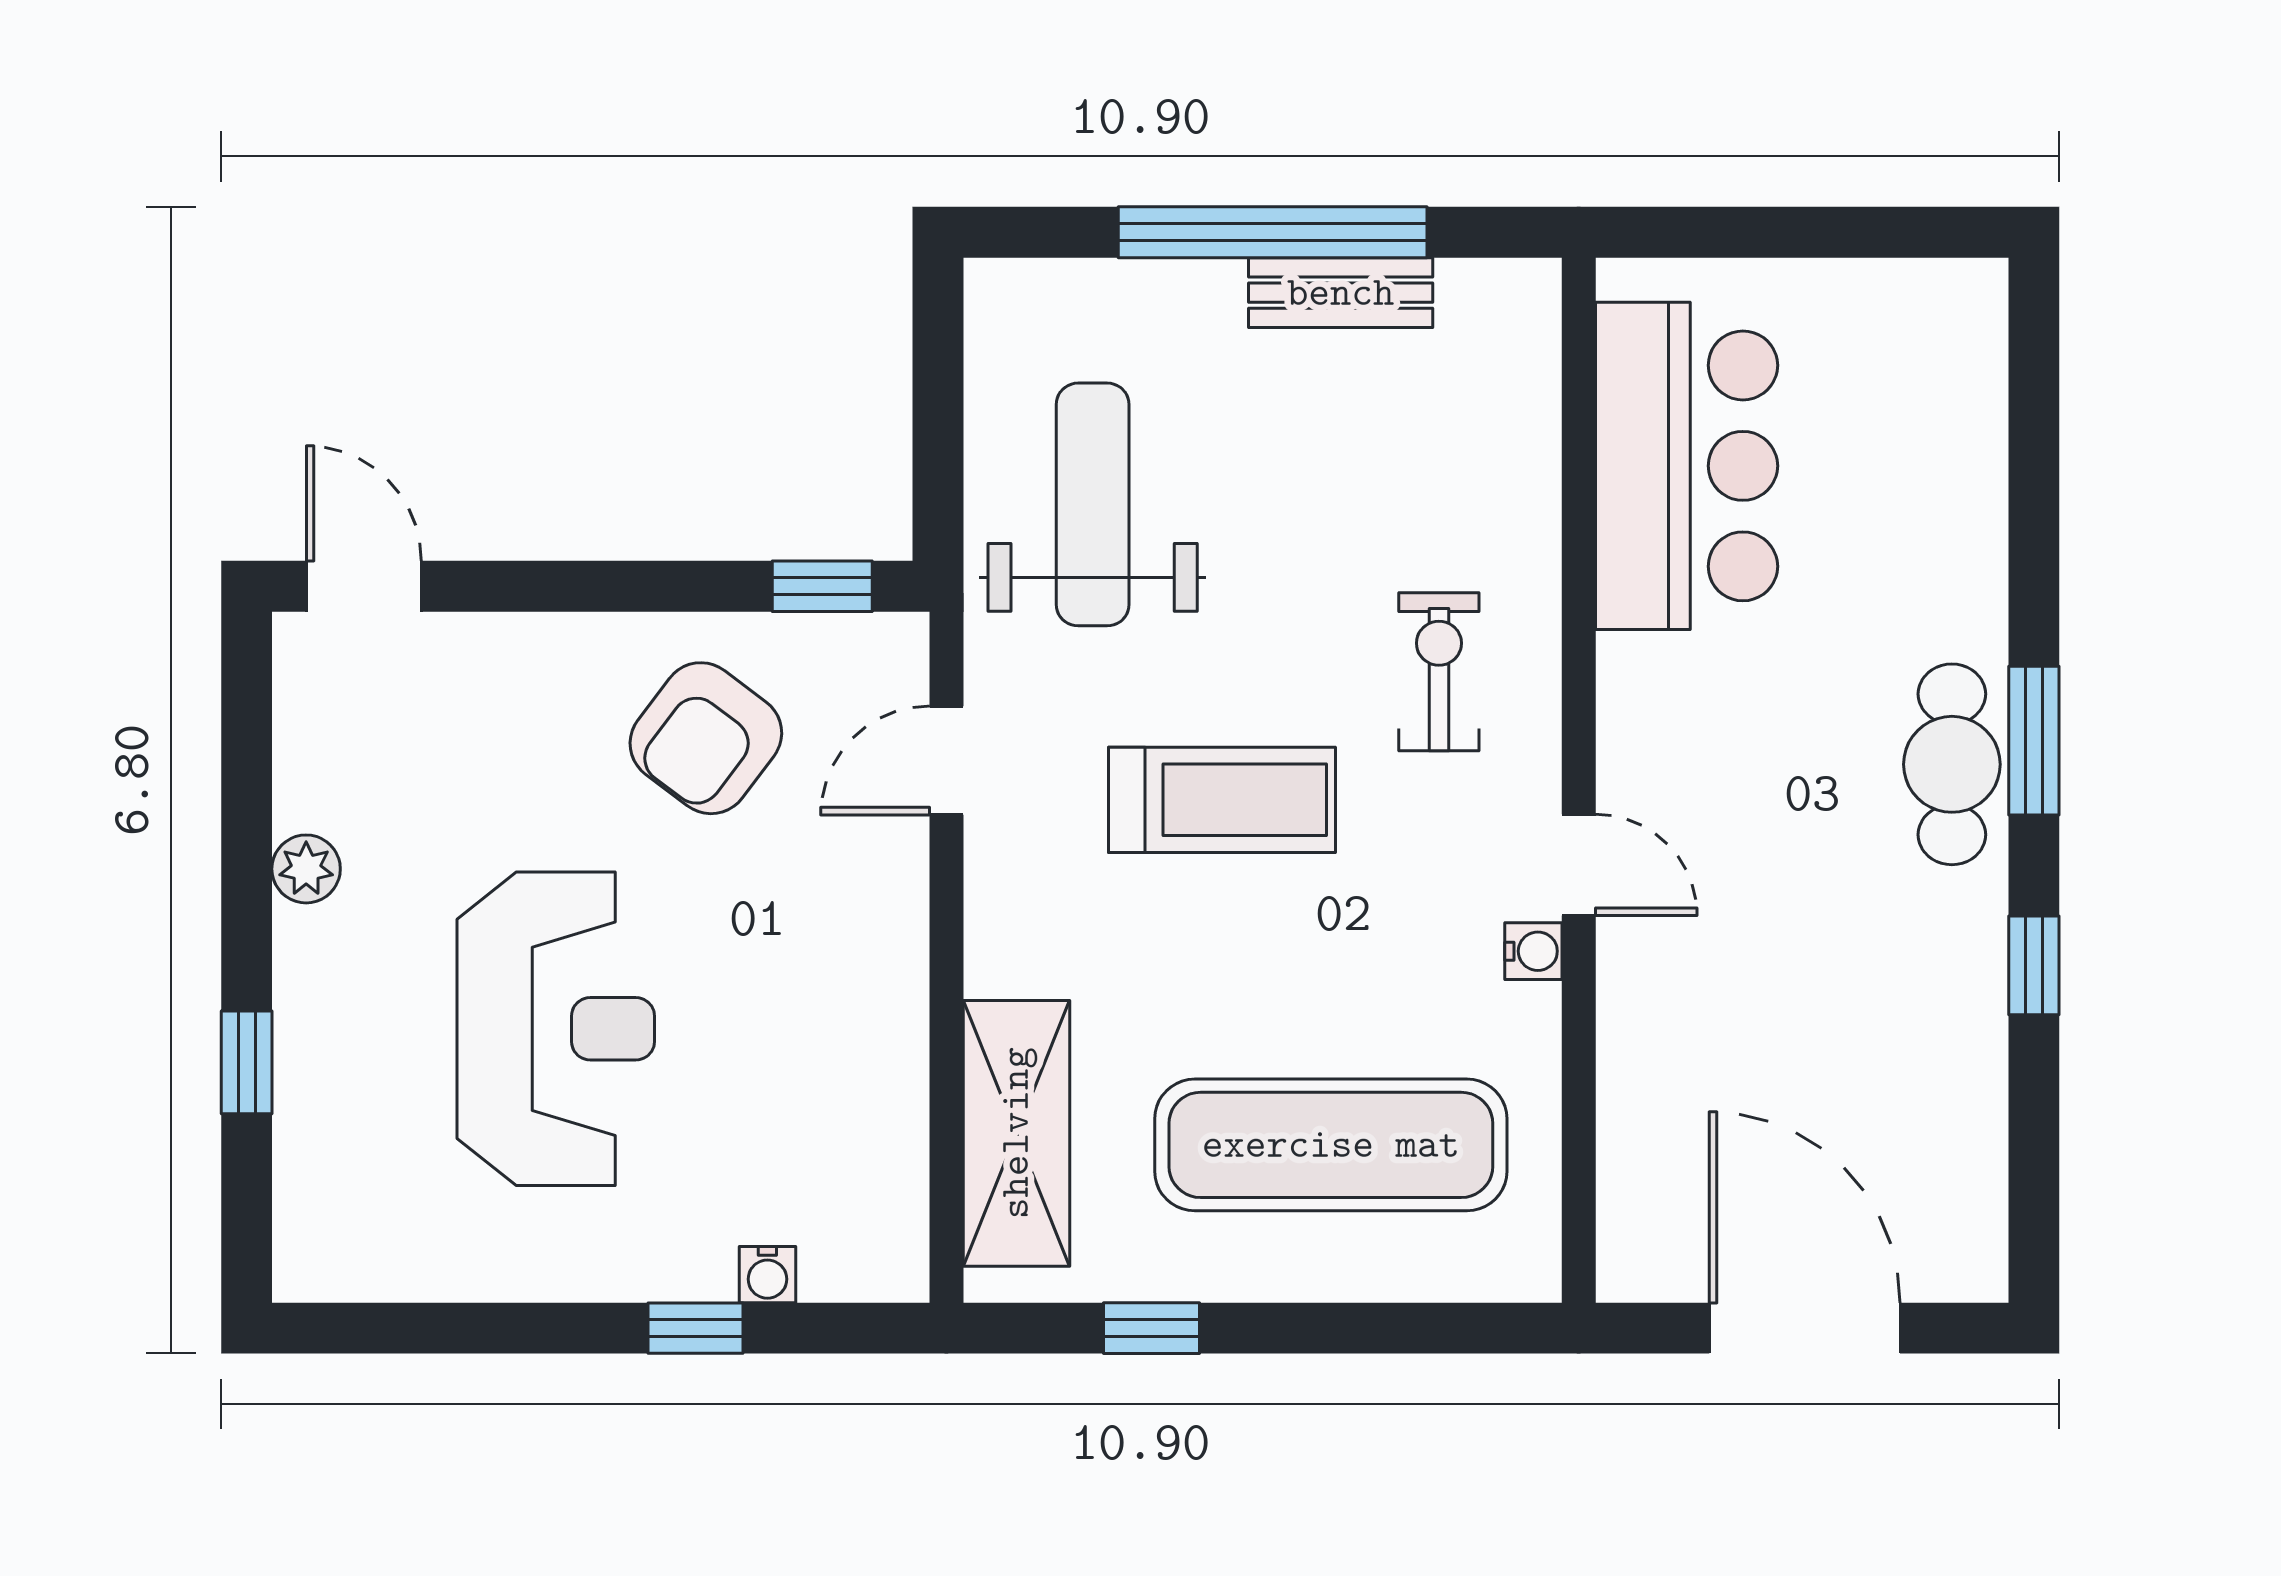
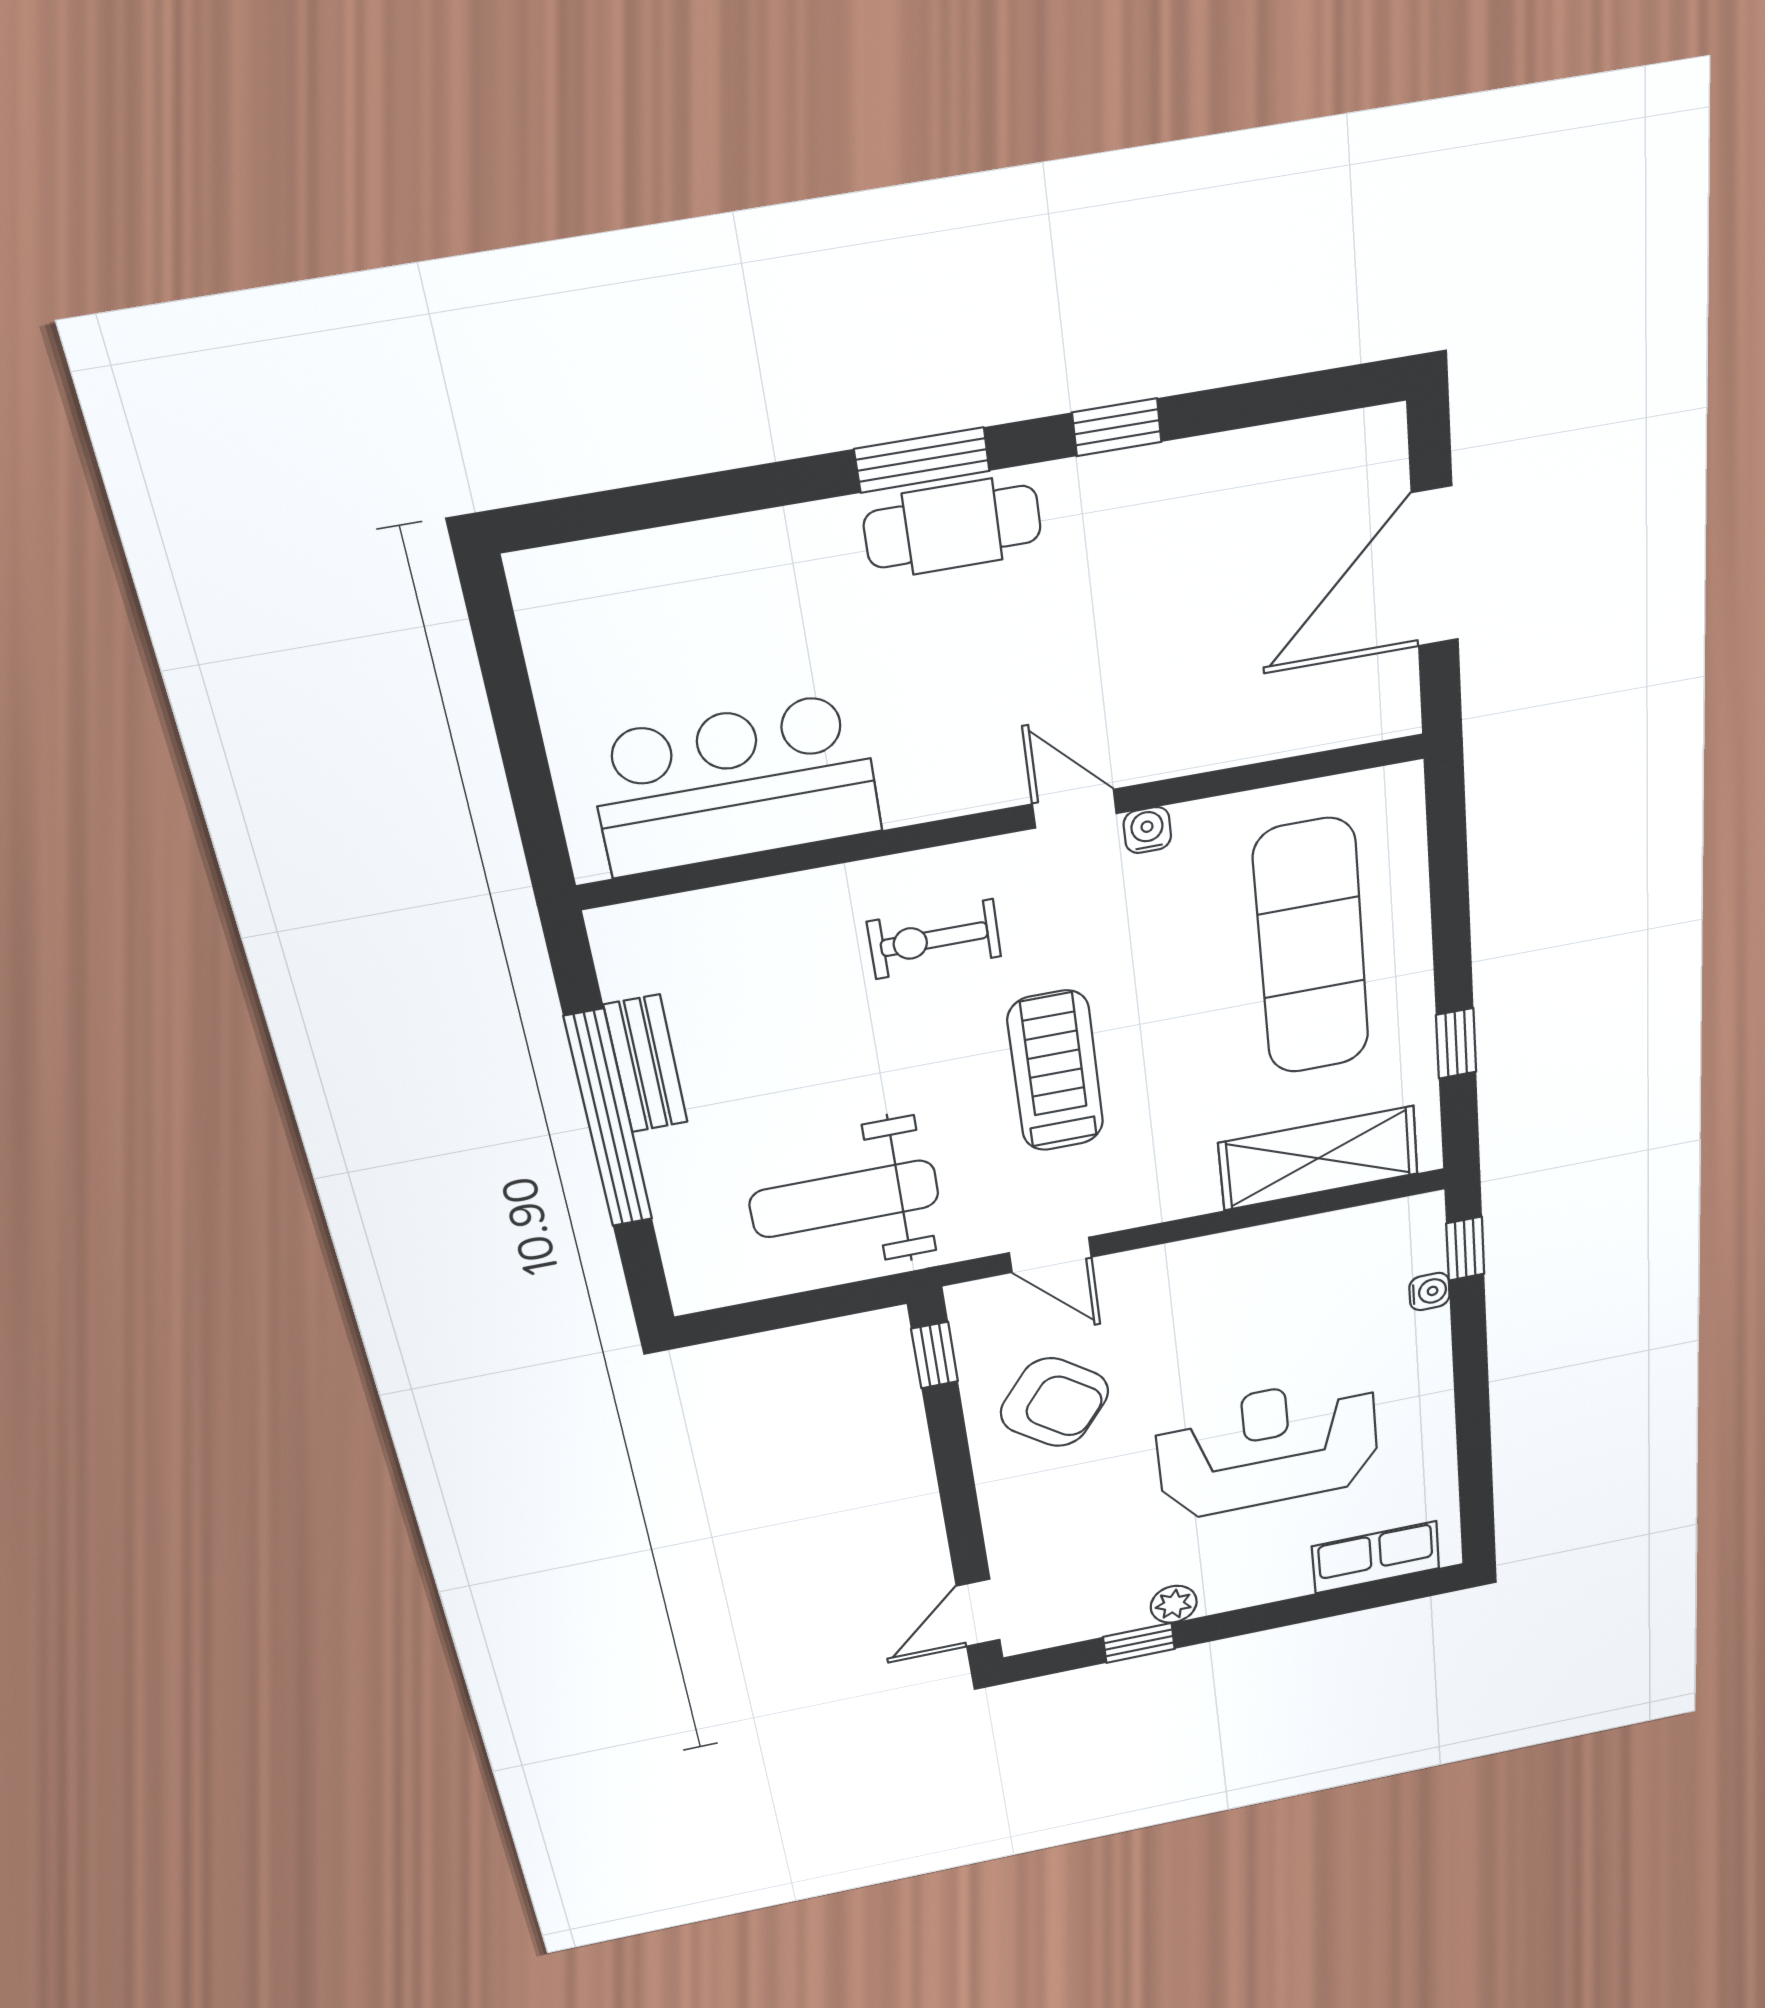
door: (1579, 865) -> (1074, 809), hinge flipped
window: (247, 1062) -> (1139, 1643), moved
row of seats: (317, 1173) -> (1376, 1557), added
window: (695, 1328) -> (1465, 1249), moved

